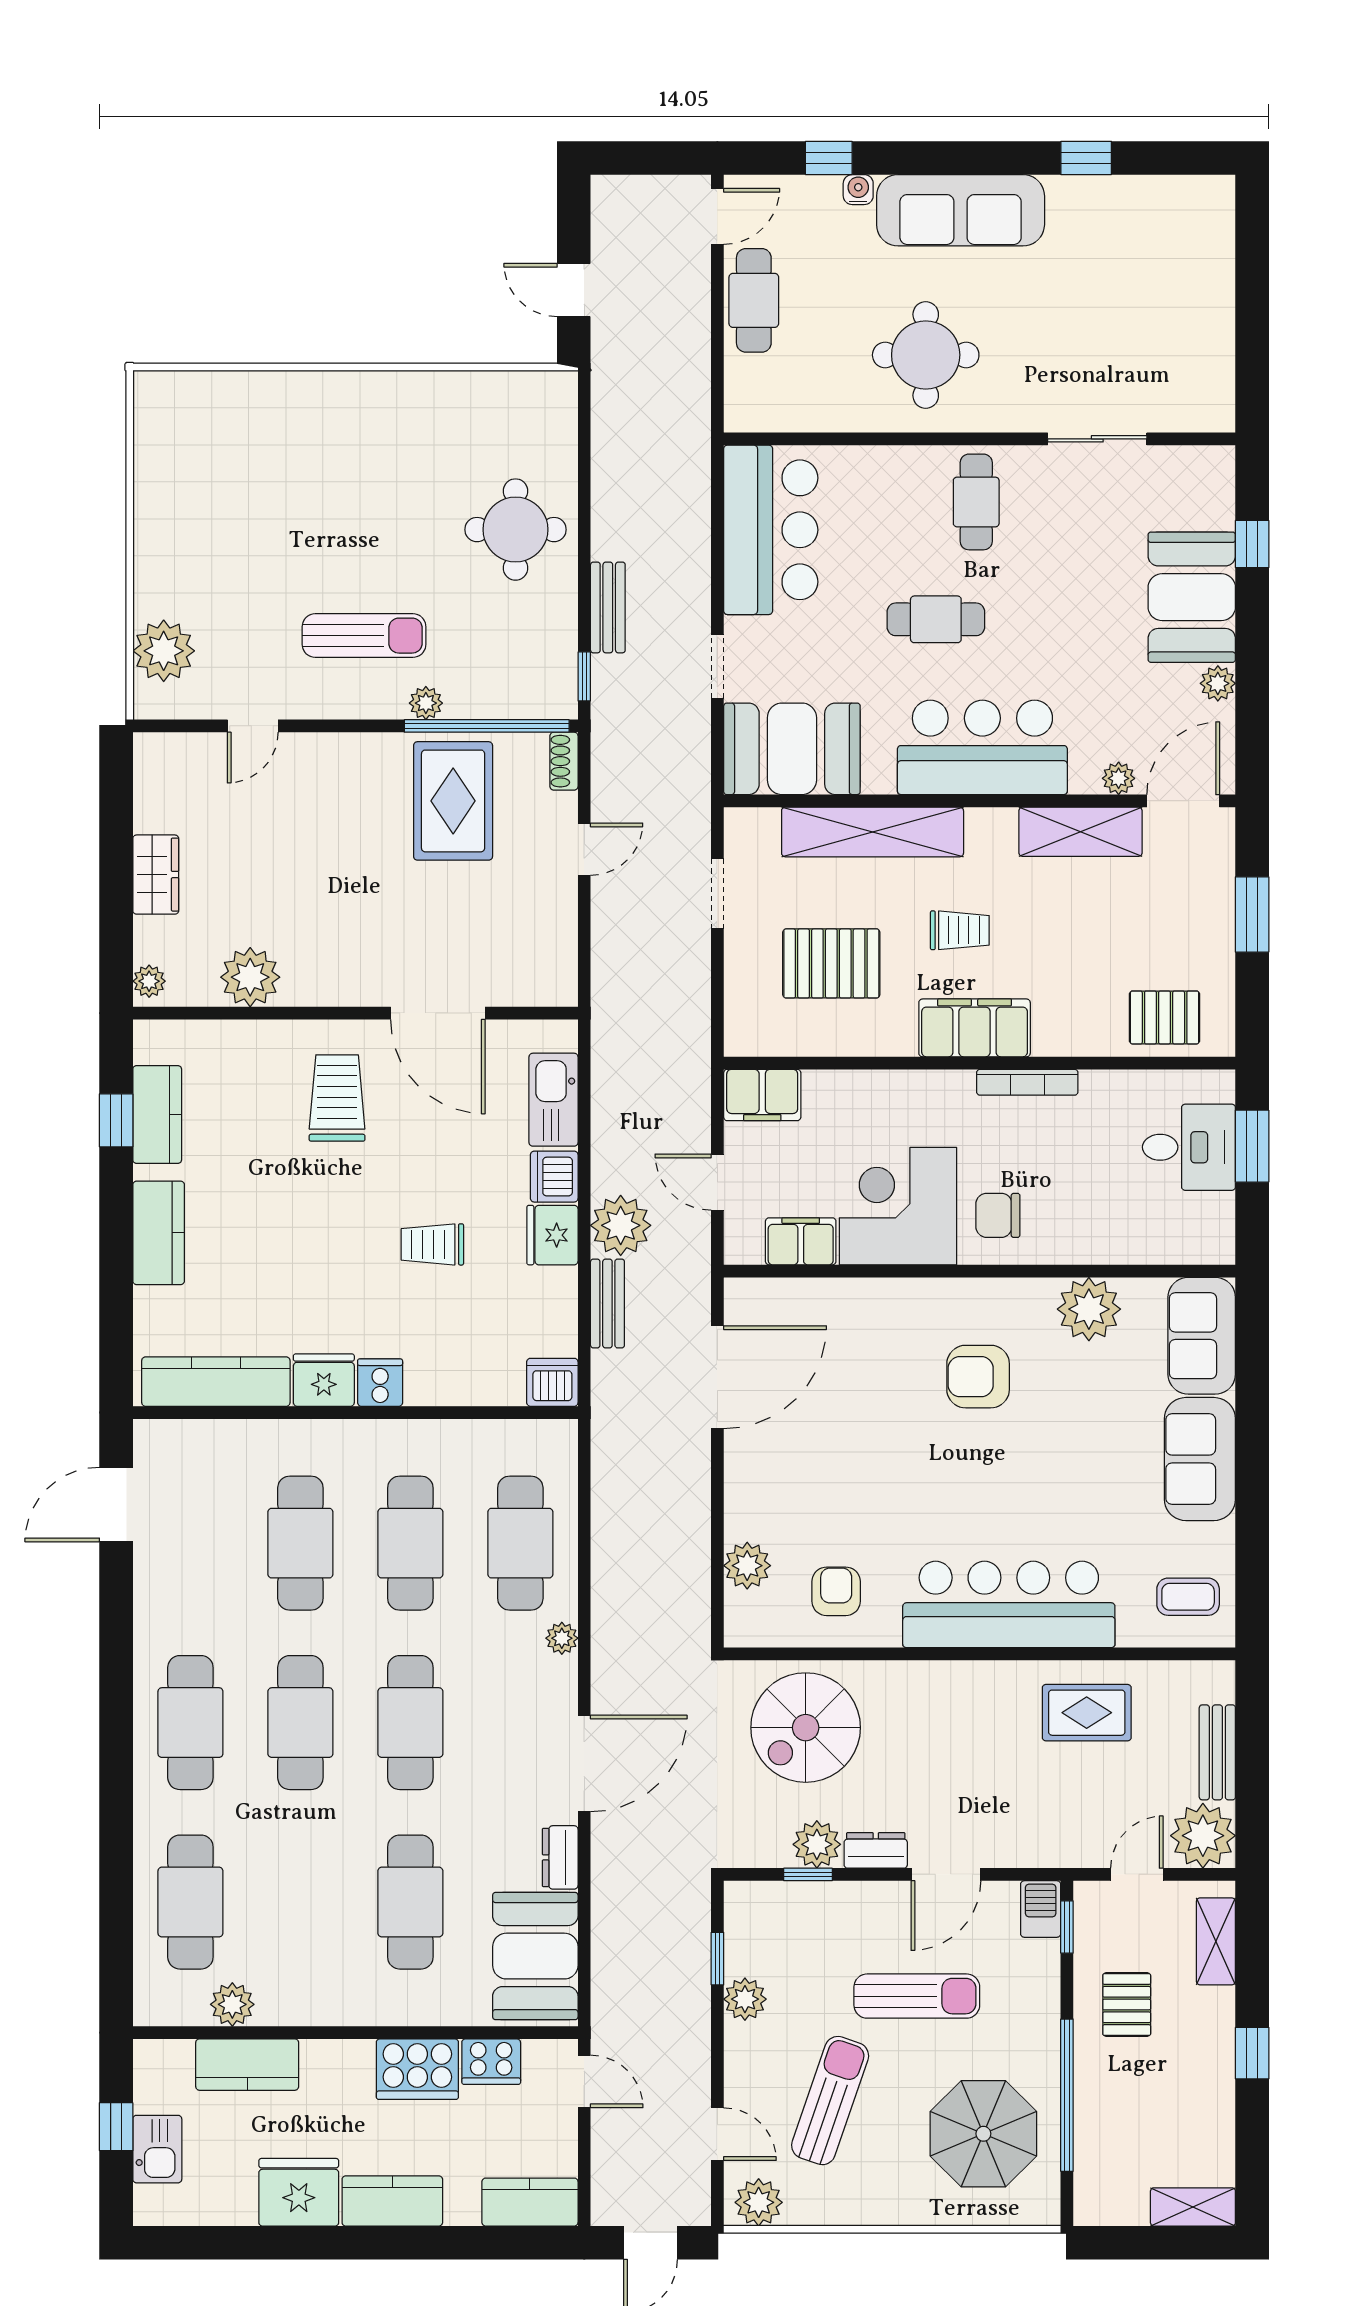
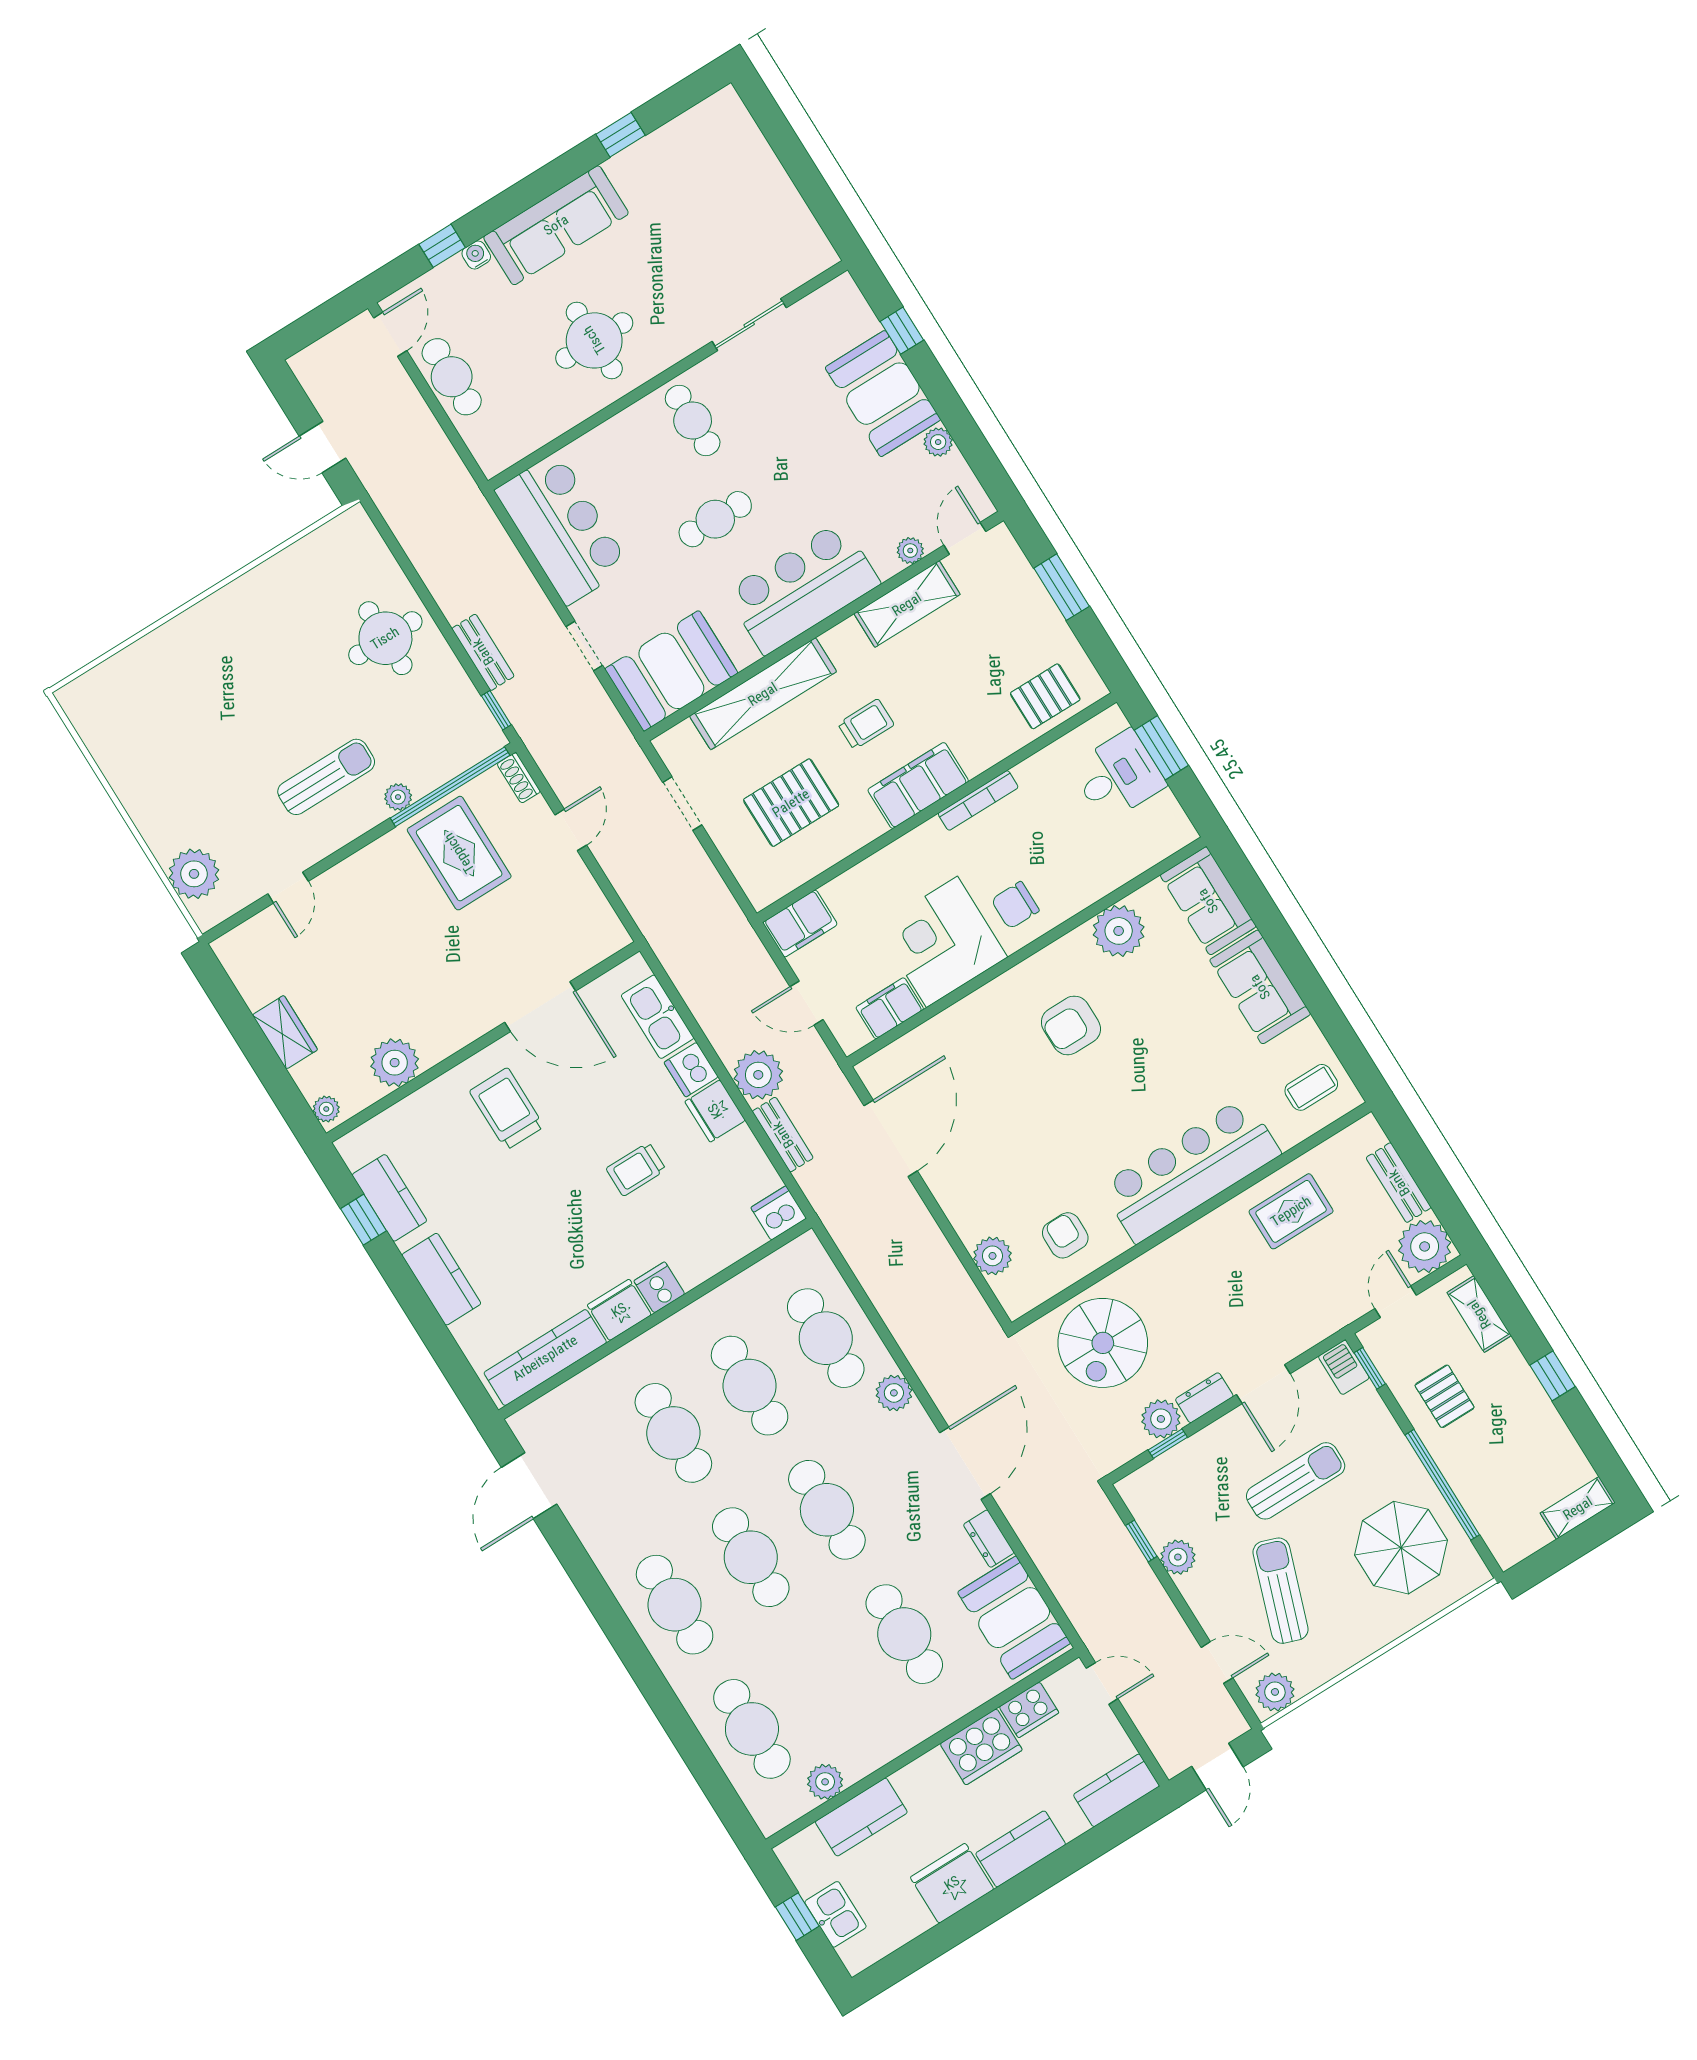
door: (1183, 801) -> (965, 538), width x0.73
plant: (562, 1638) -> (894, 1393), width x1.38, depth x1.38

